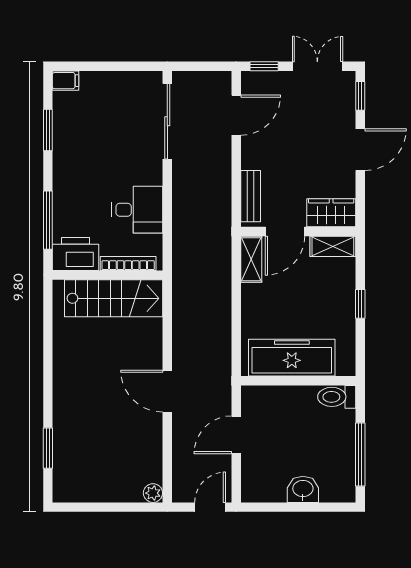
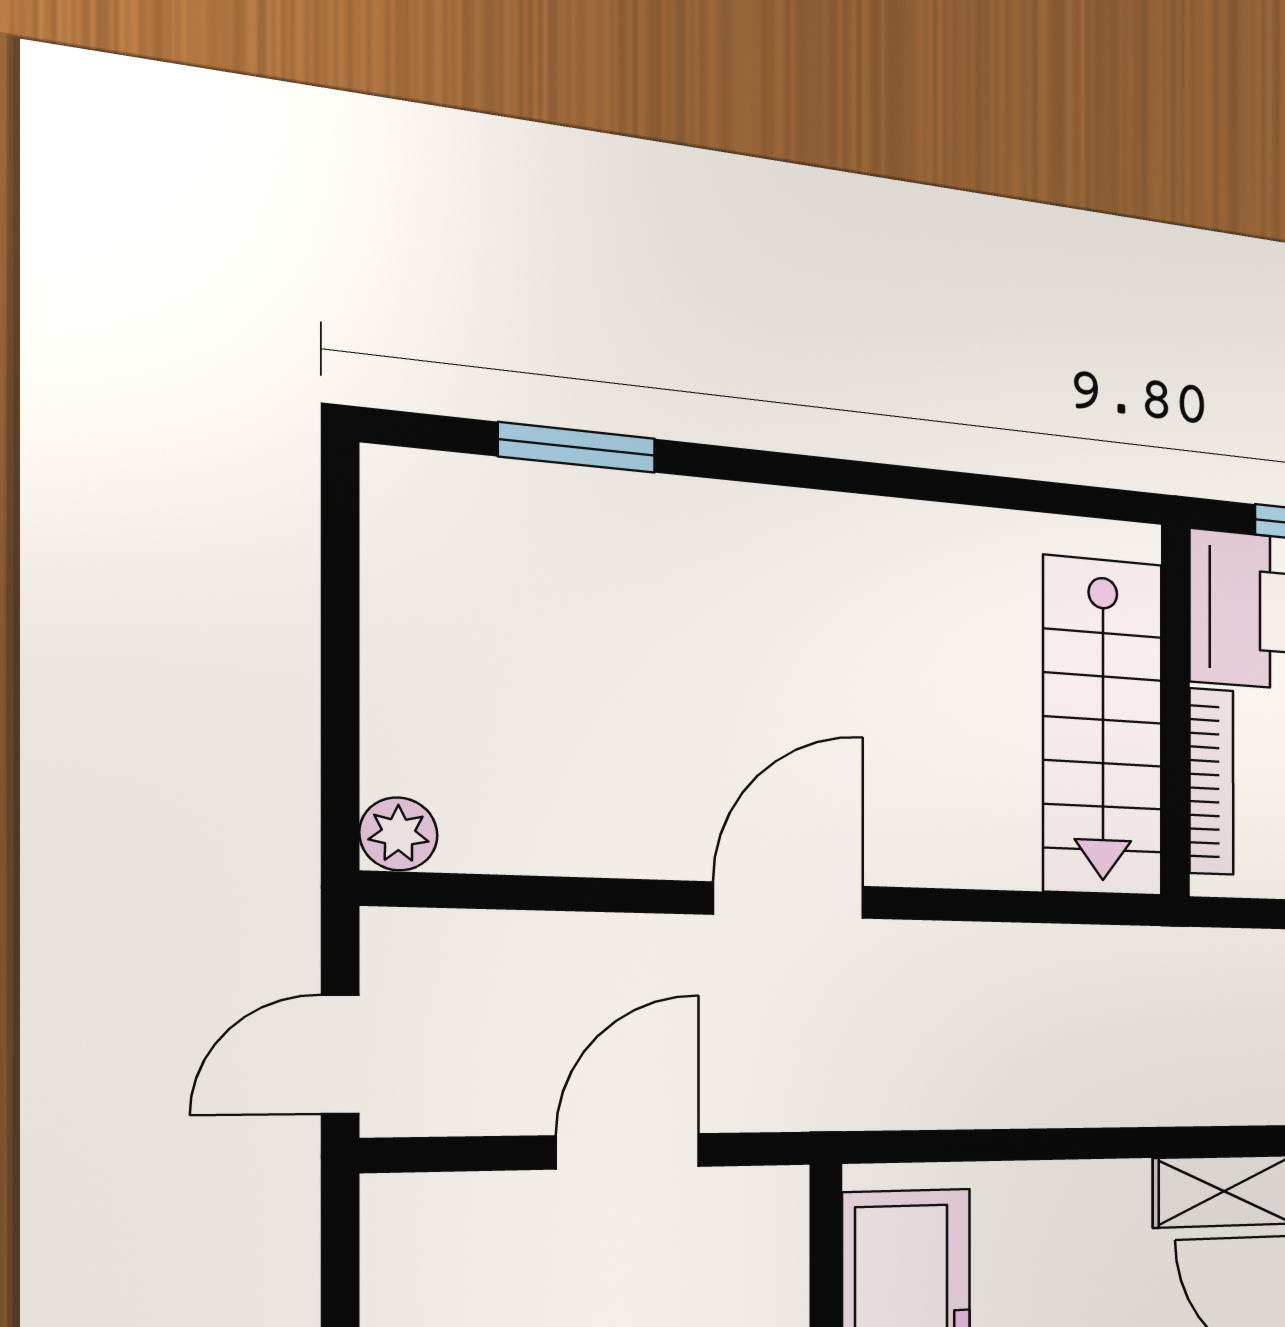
door: (236, 435) -> (628, 1151), hinge flipped
door: (210, 507) -> (340, 1055), swing flipped

